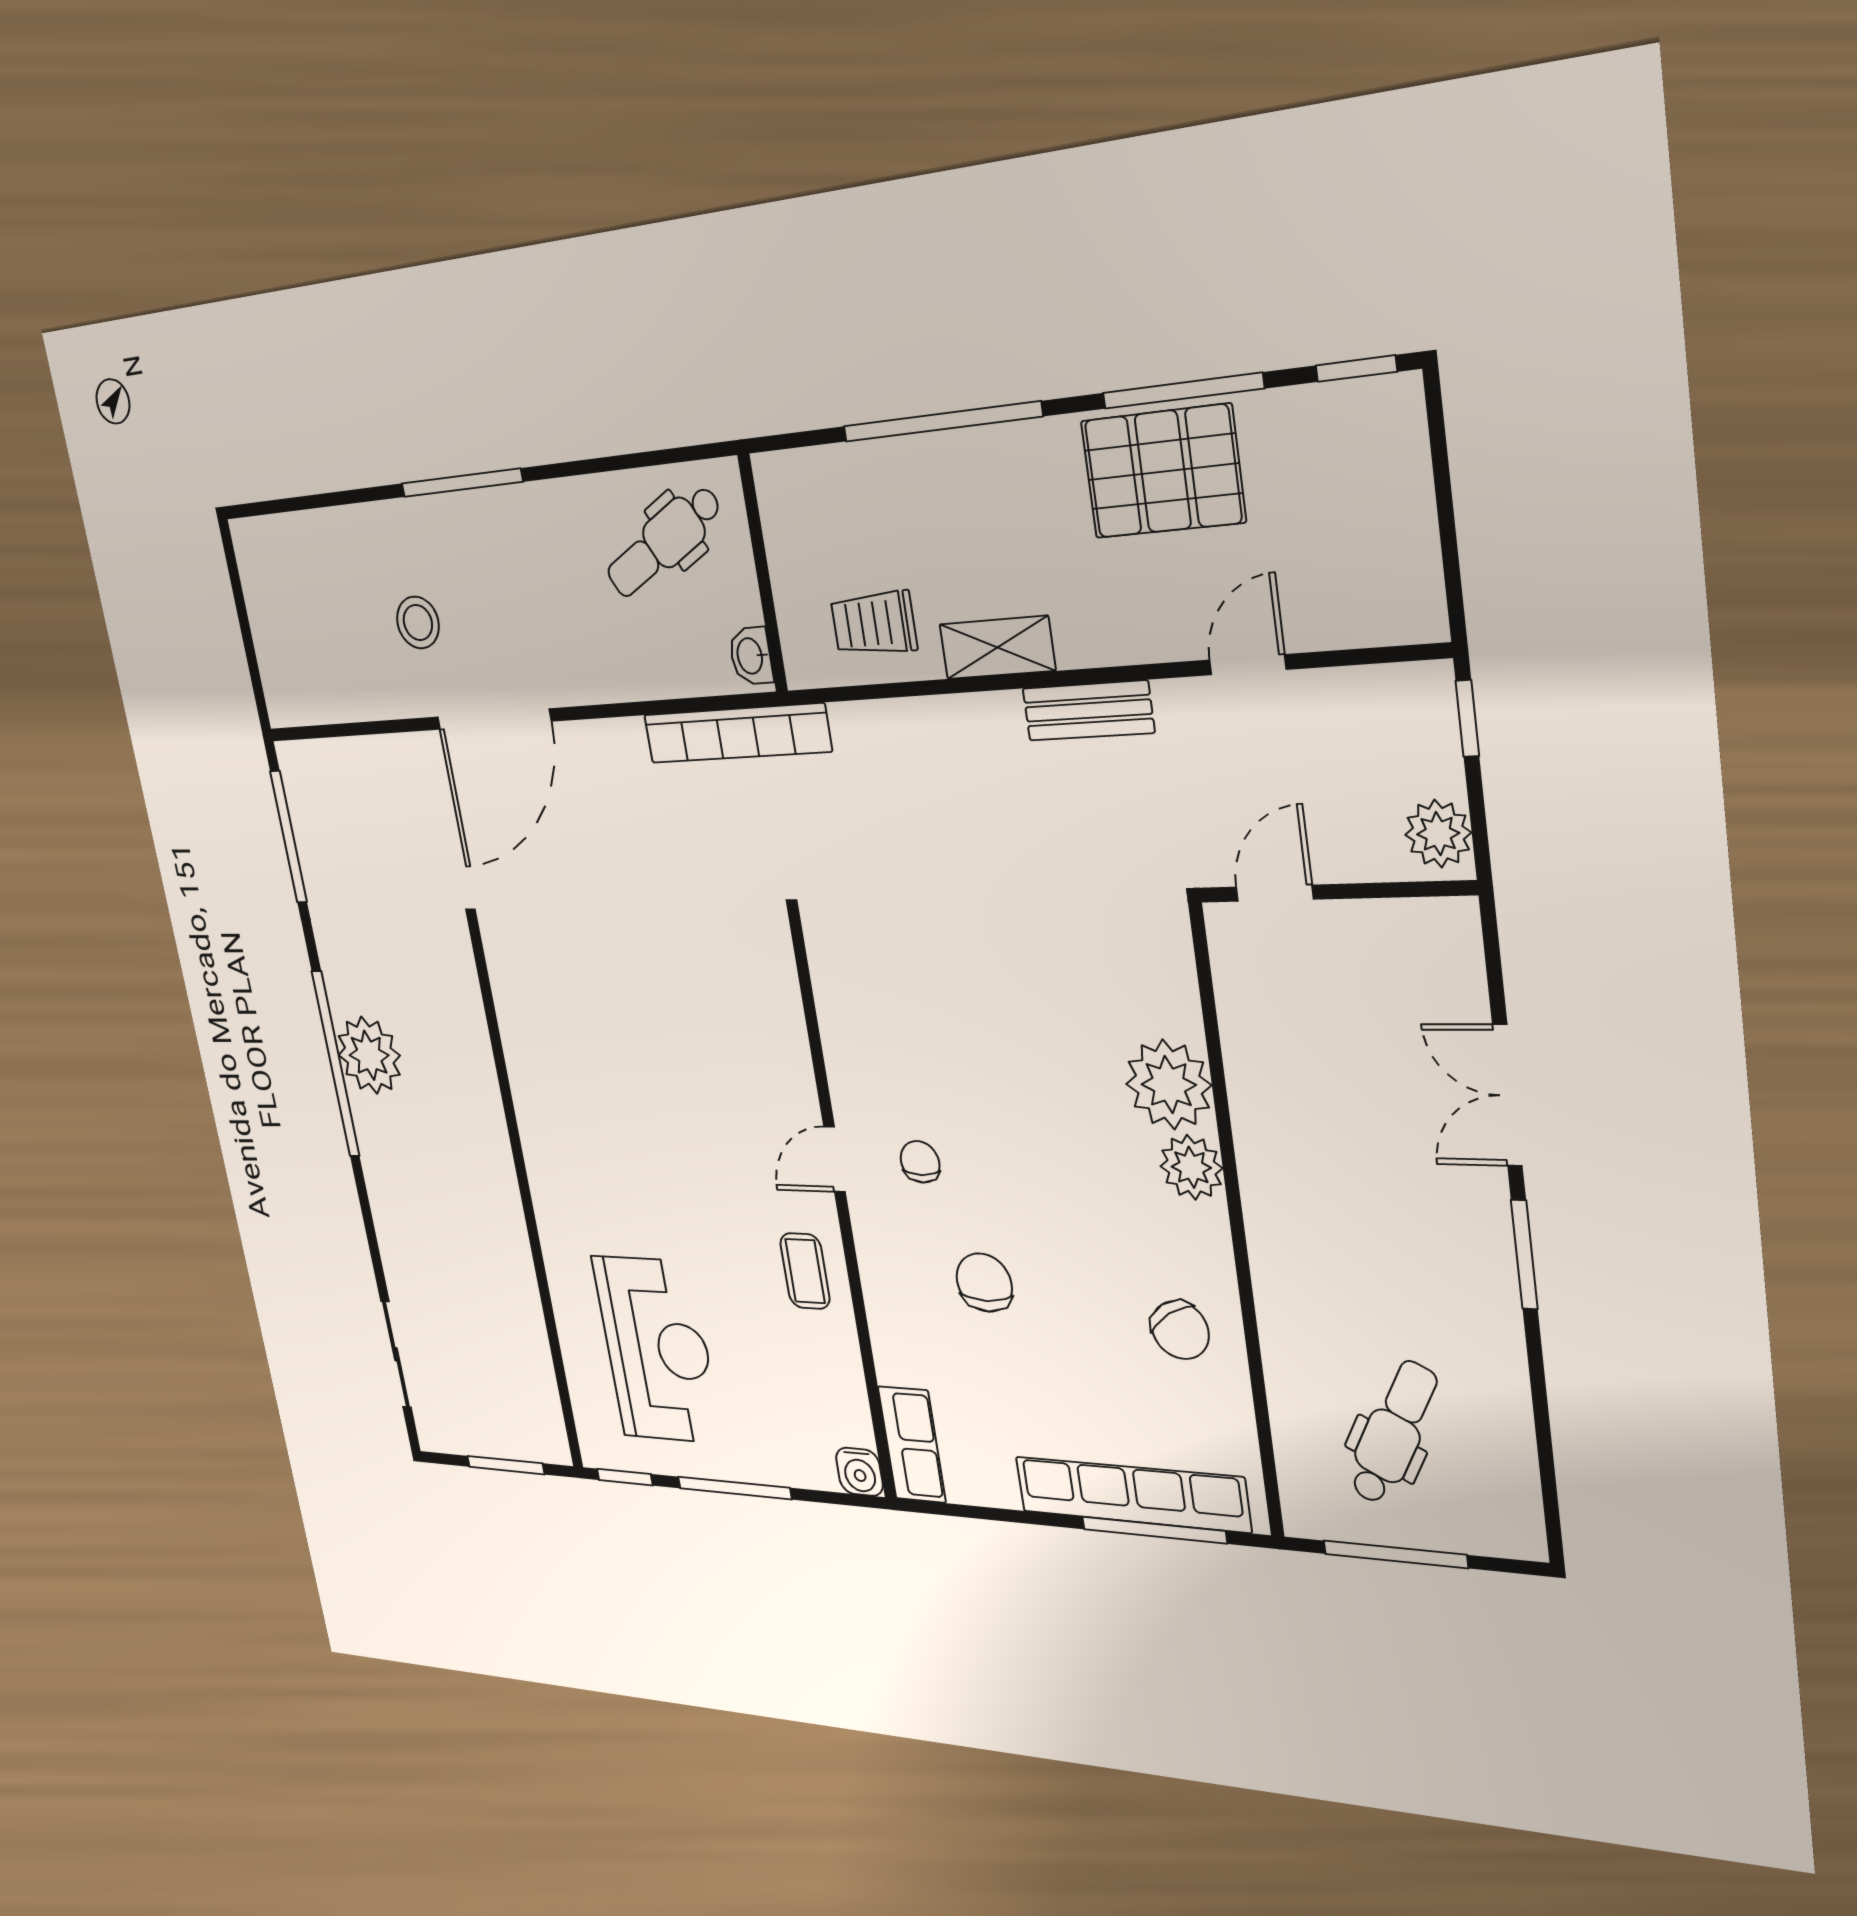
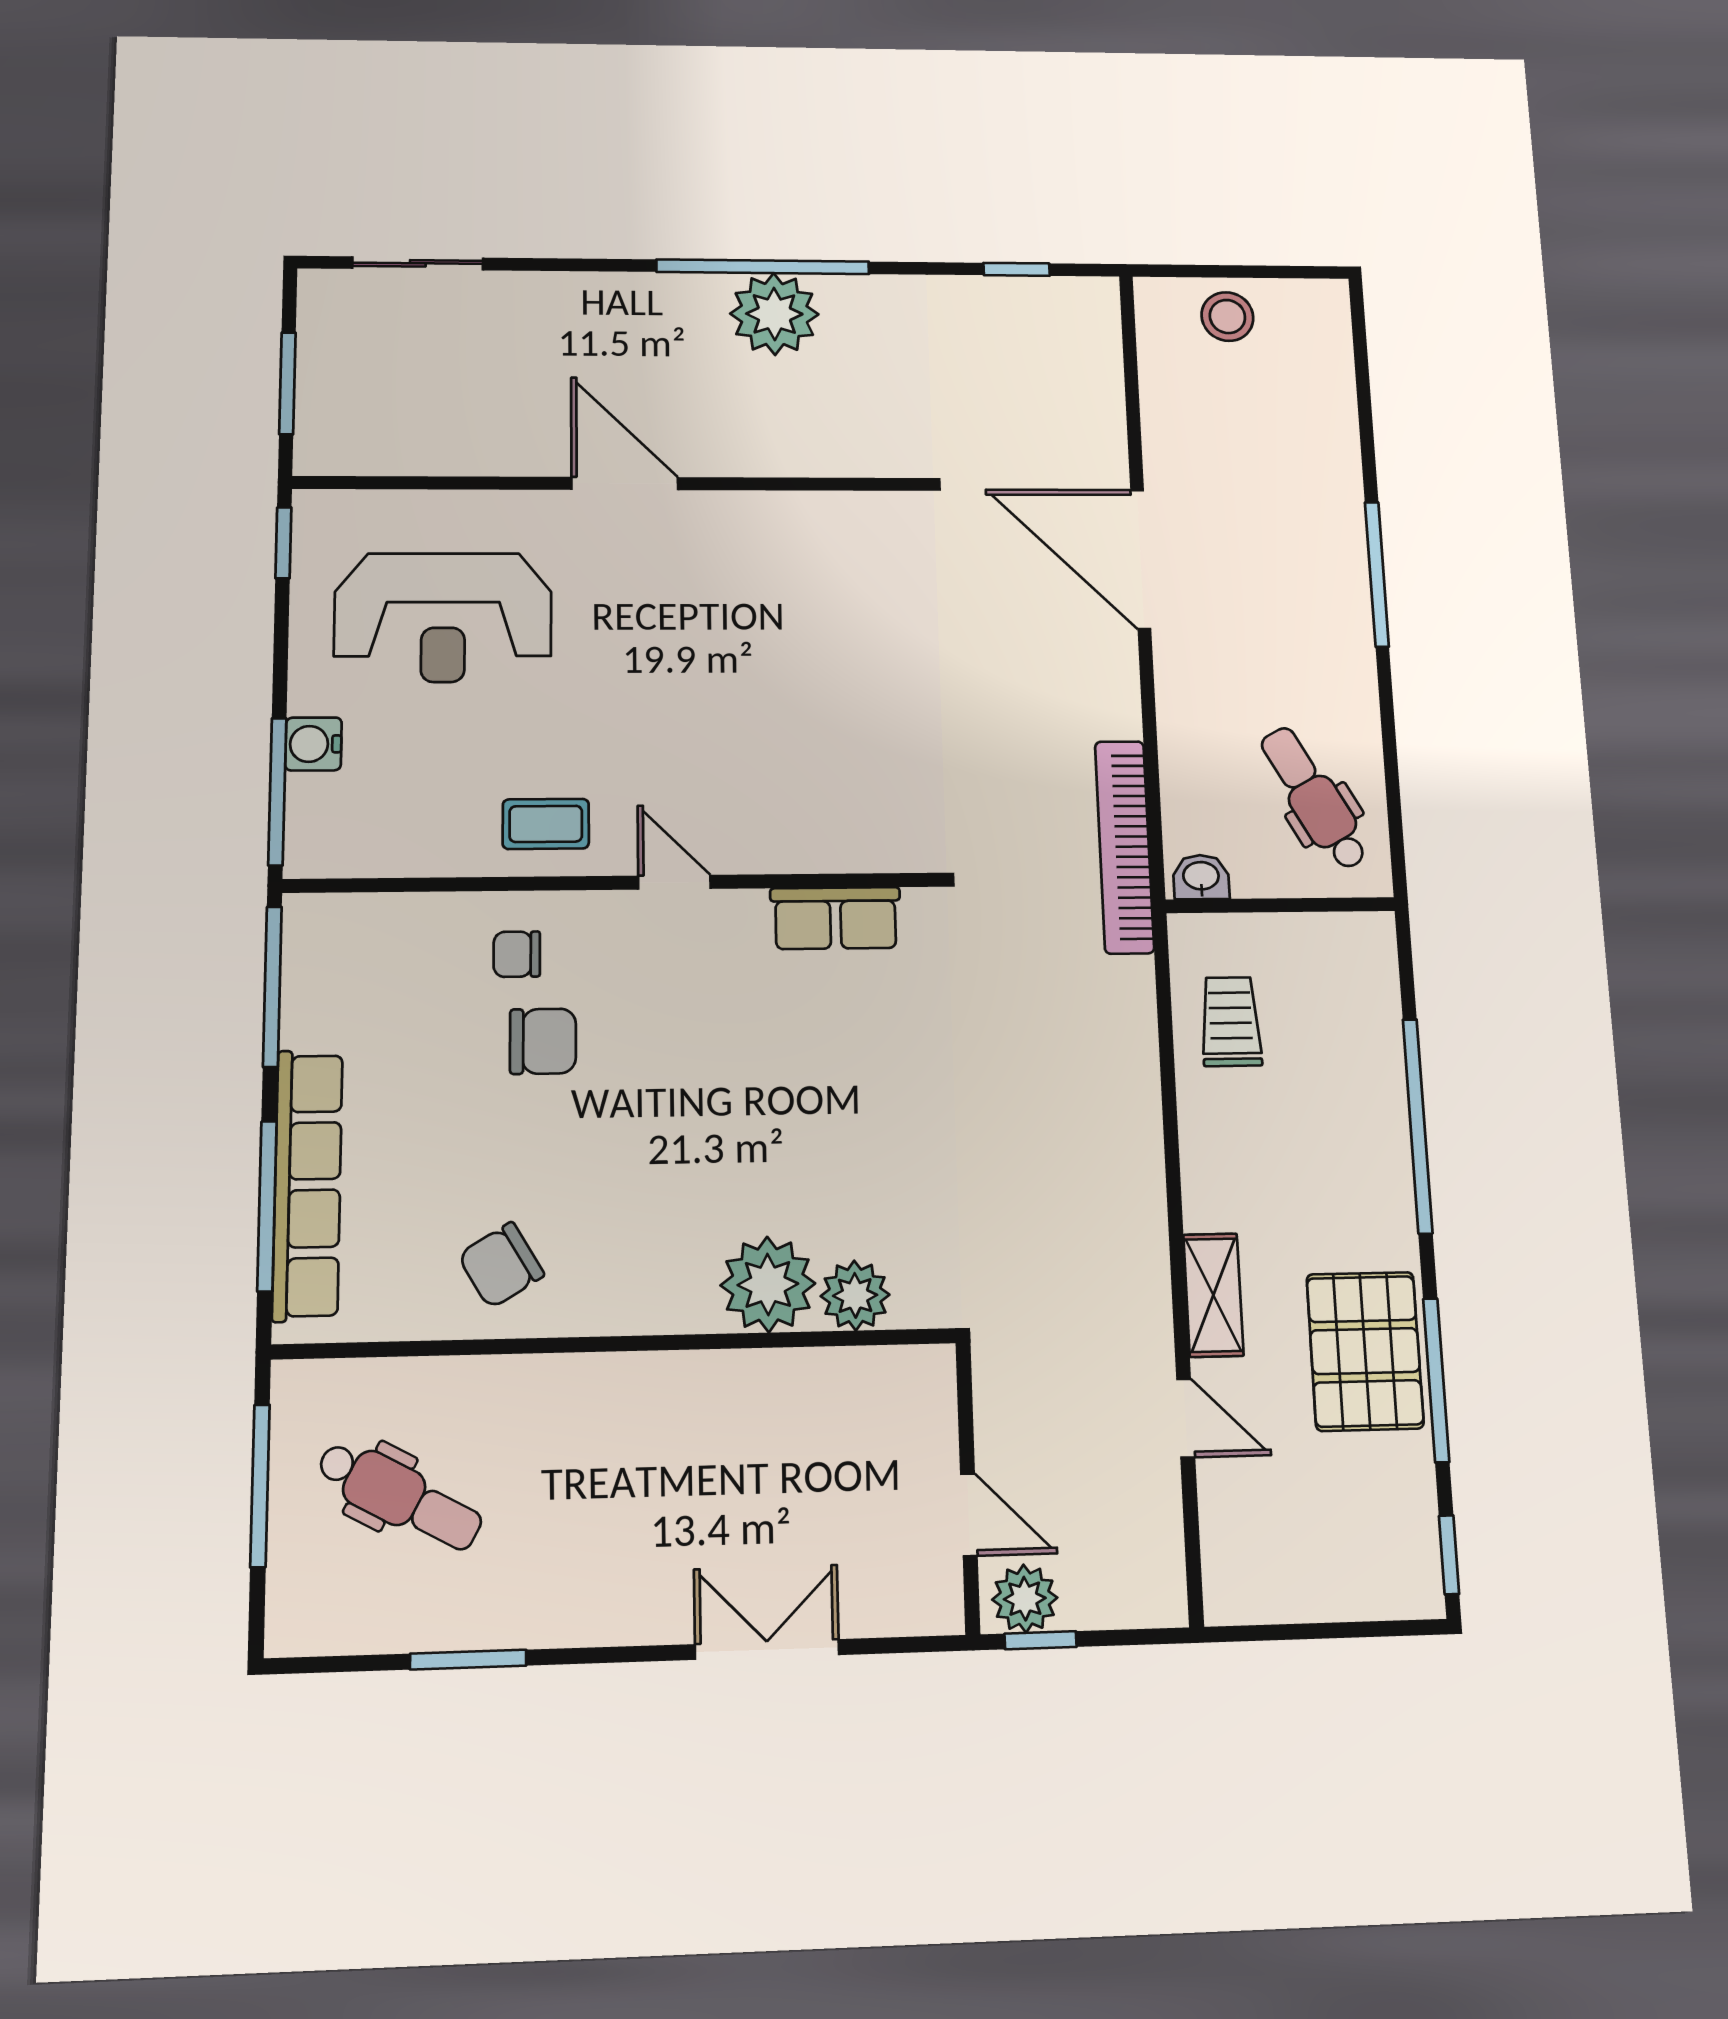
stool: (418, 622) -> (1227, 317), moved
shelving: (997, 647) -> (1213, 1295), moved
bench: (1088, 711) -> (1144, 1244), removed
window: (1467, 718) -> (1041, 1640), moved
window: (289, 837) -> (1017, 269), width x0.46
door: (1275, 893) -> (969, 1515), moved
chair: (920, 1162) -> (517, 954), moved, turned 180
plant: (1191, 1167) -> (855, 1295), moved
door: (525, 1190) -> (625, 483), added
window: (1524, 1255) -> (468, 1660), moved
row of seats: (912, 1445) -> (836, 918), moved
water cooler: (859, 1472) -> (313, 744), moved
window: (734, 1488) -> (277, 791), moved
window: (972, 1512) -> (272, 986), added

